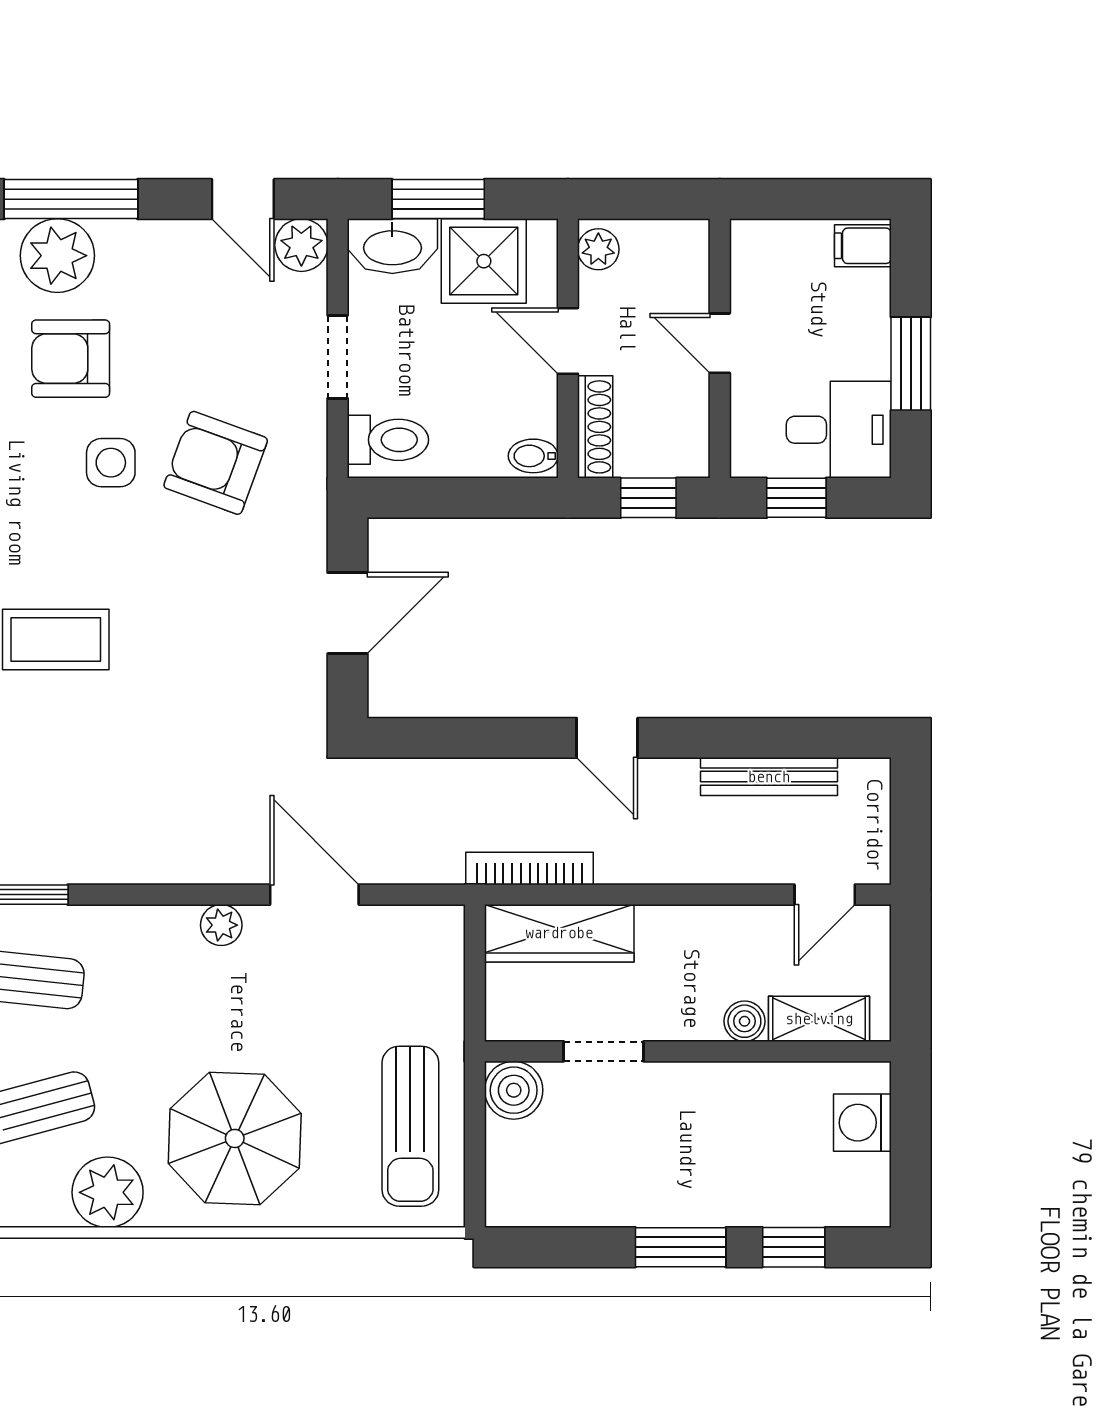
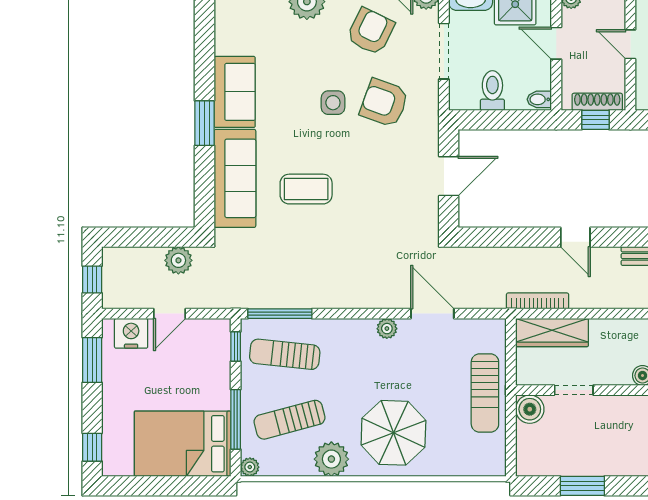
doorway: (338, 357) -> (444, 51), width x1.38
armchair: (71, 359) -> (371, 31), moved, turned 116
shoe rack: (595, 427) -> (597, 102), moved, turned -90
toilet: (388, 440) -> (492, 91), moved, turned -90
sun lounger: (410, 1126) -> (485, 393), moved
window: (681, 1247) -> (582, 486), moved

